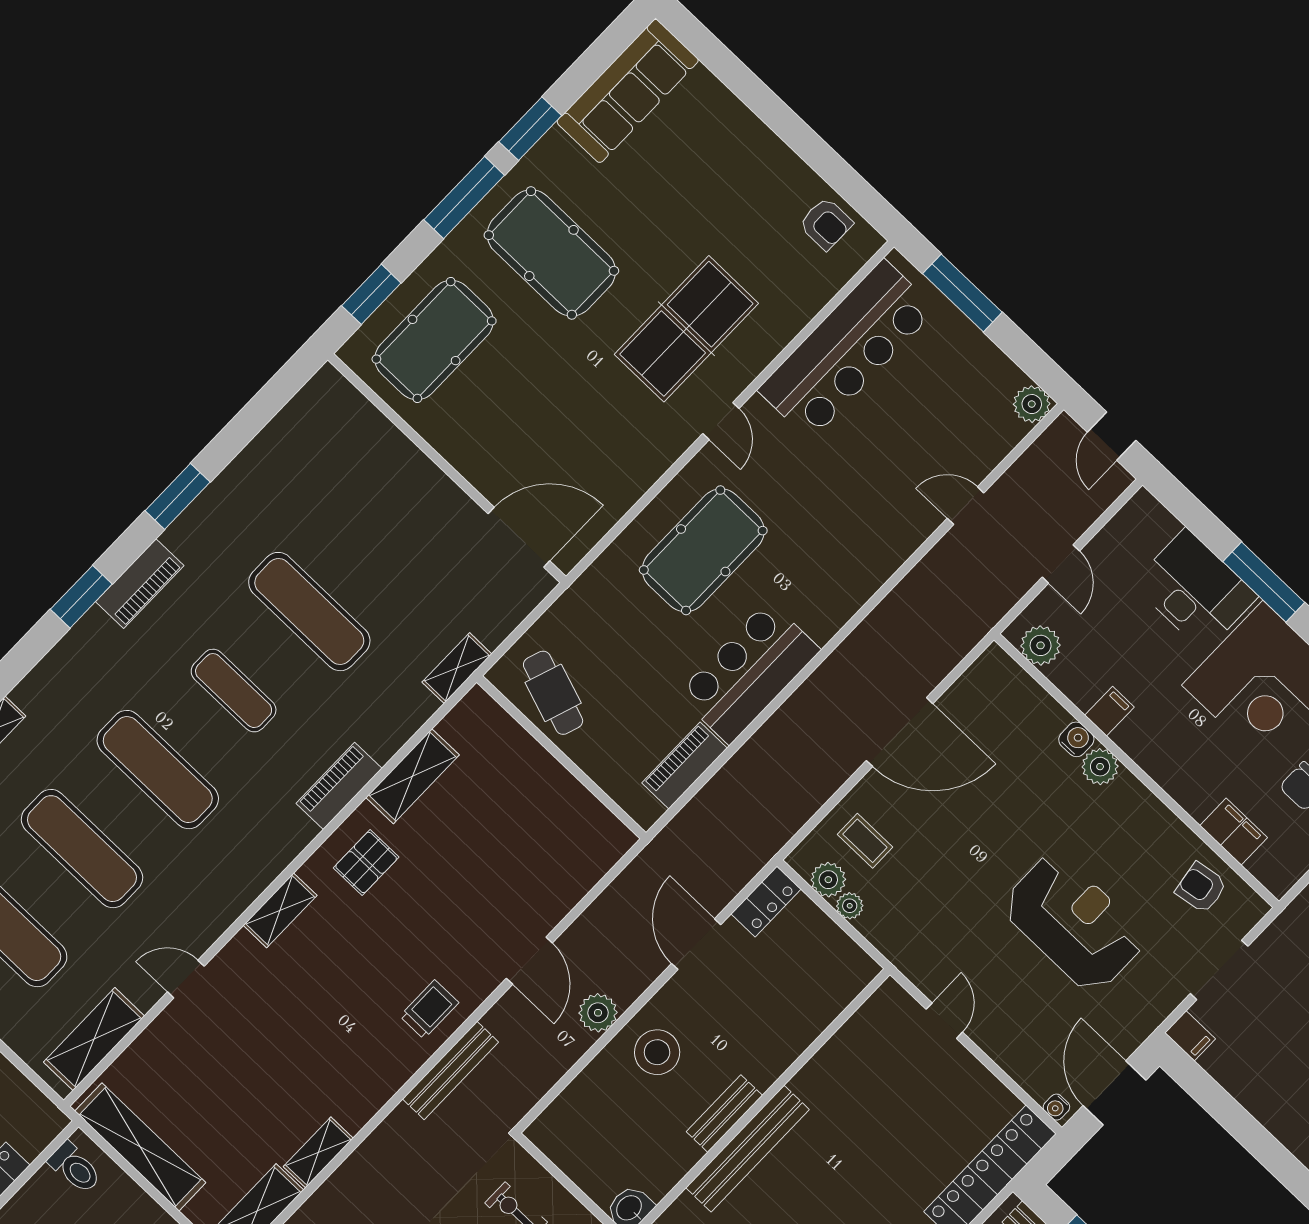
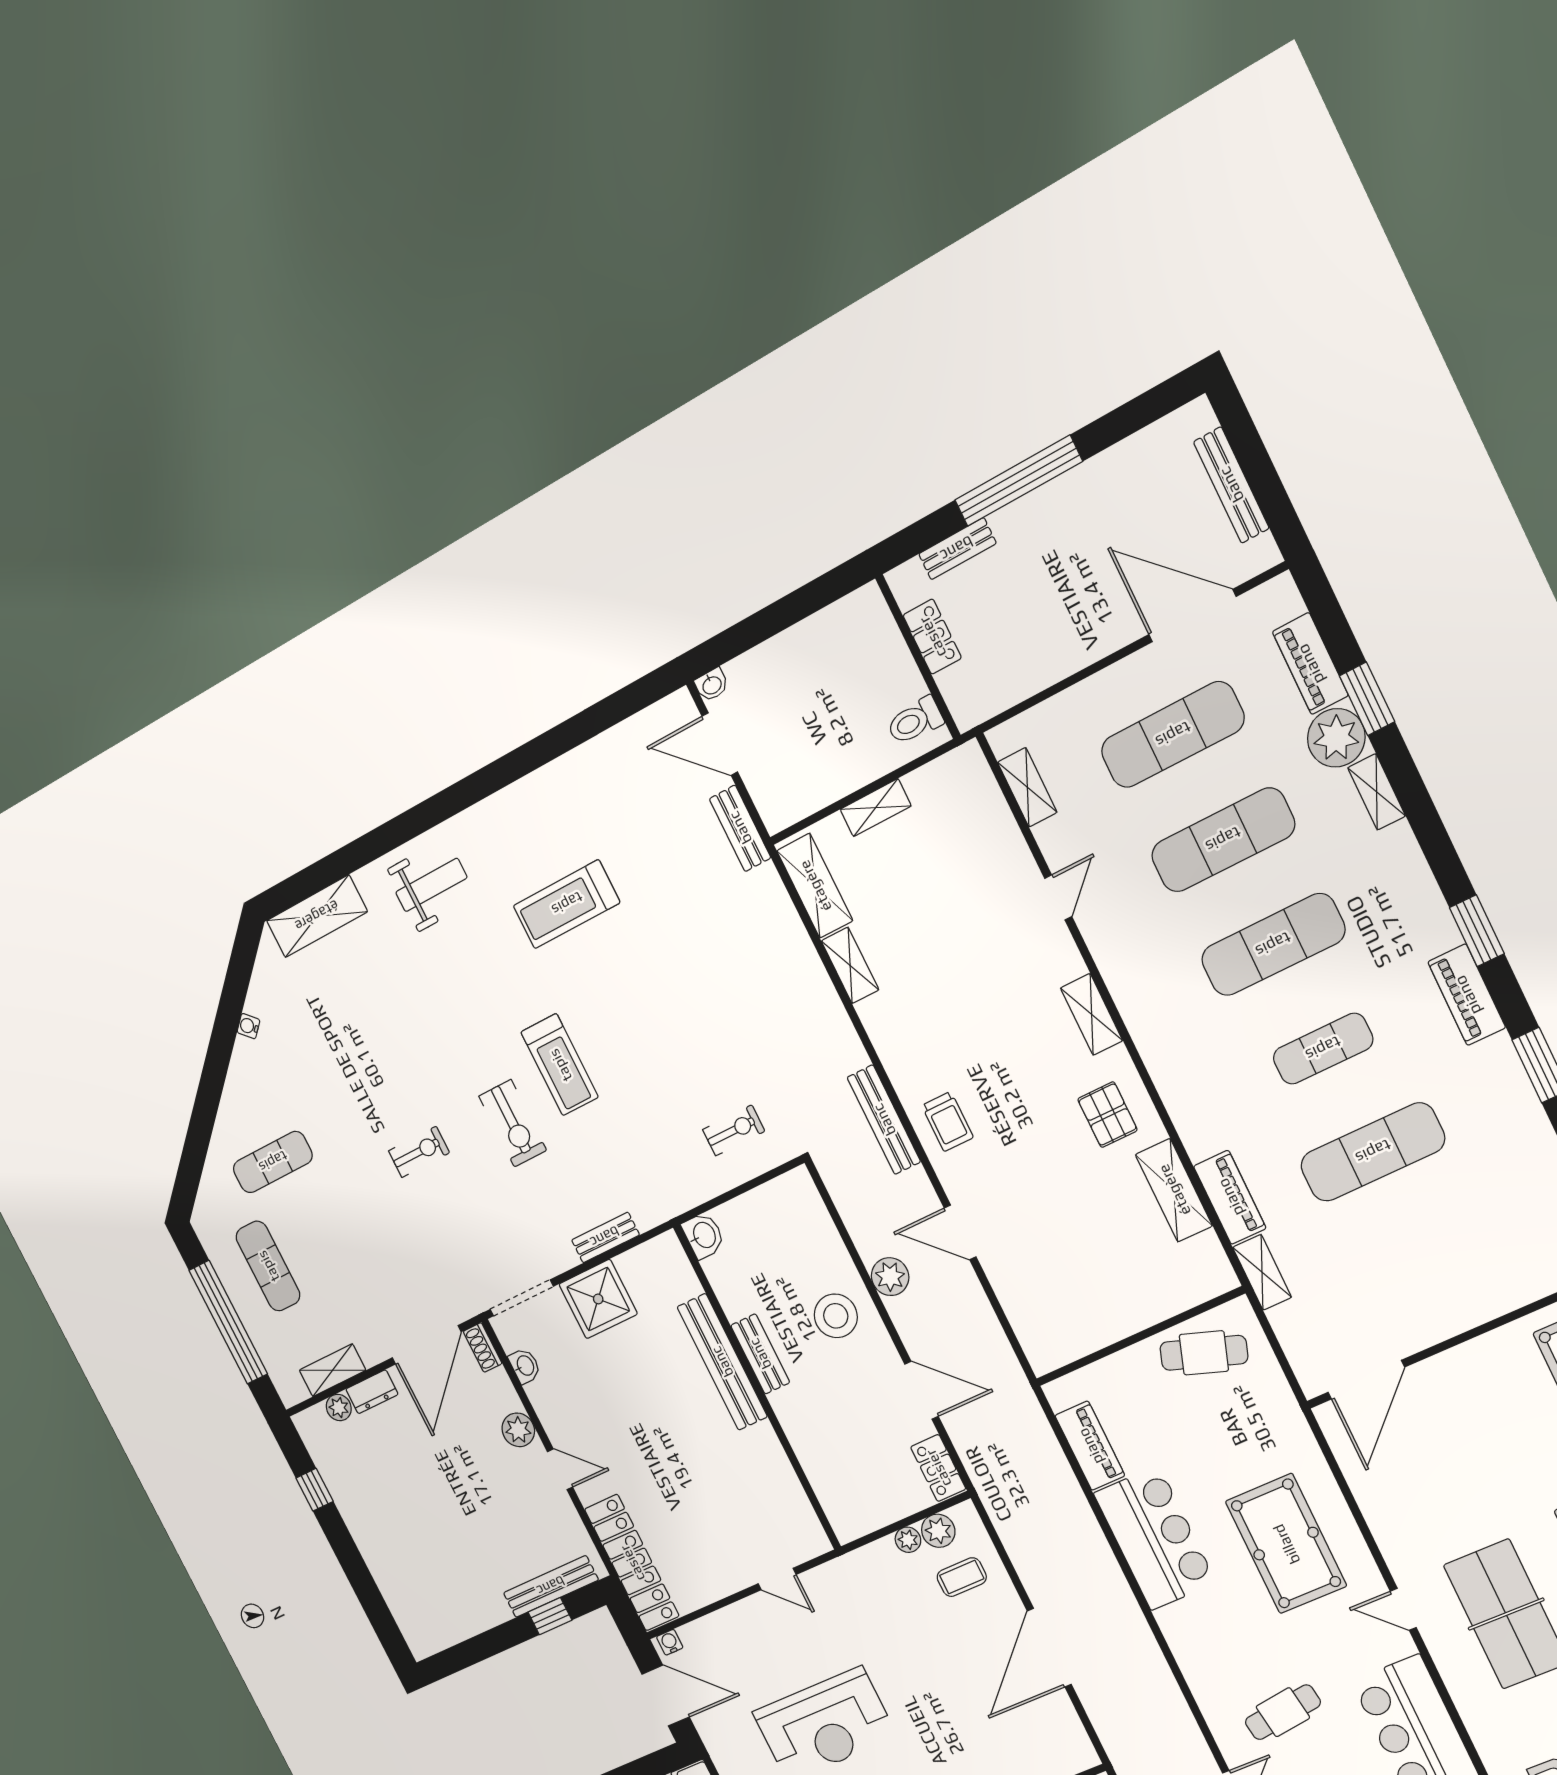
cafe table: (868, 491) -> (1283, 1712), added
piano: (339, 786) -> (1230, 1197), moved
shelving: (94, 1039) -> (1027, 787), width x0.67, depth x0.75
shelving: (140, 1147) -> (876, 808), width x0.45, depth x0.75

